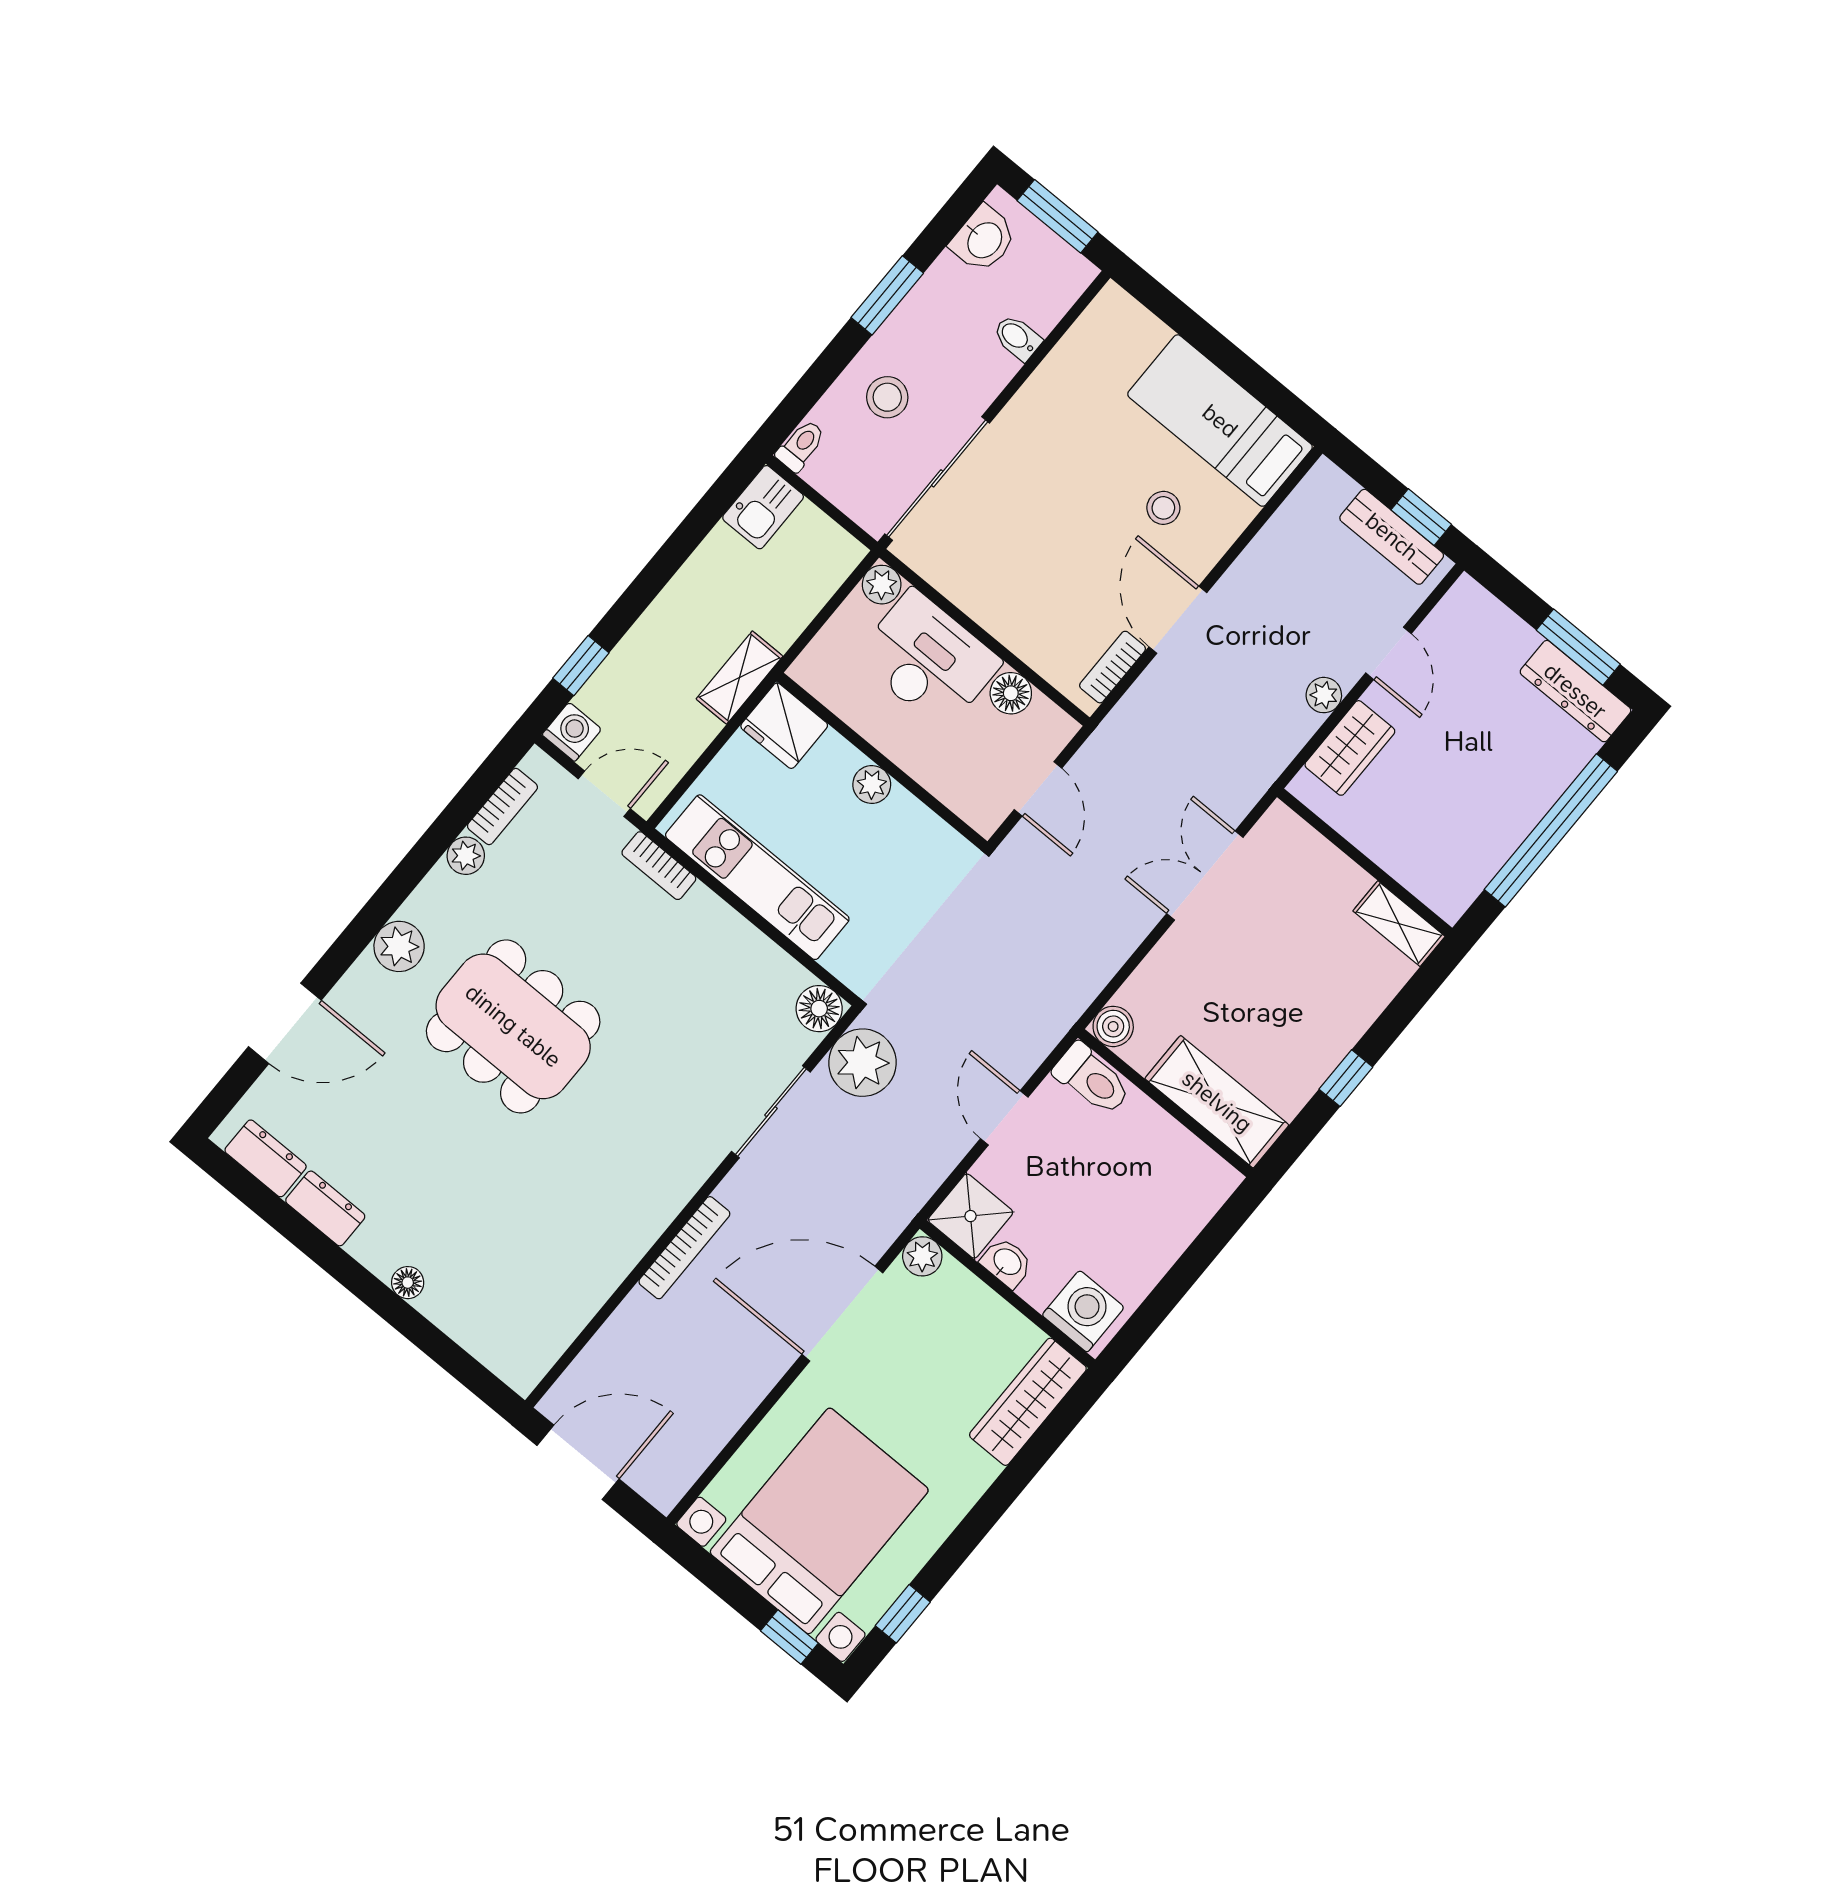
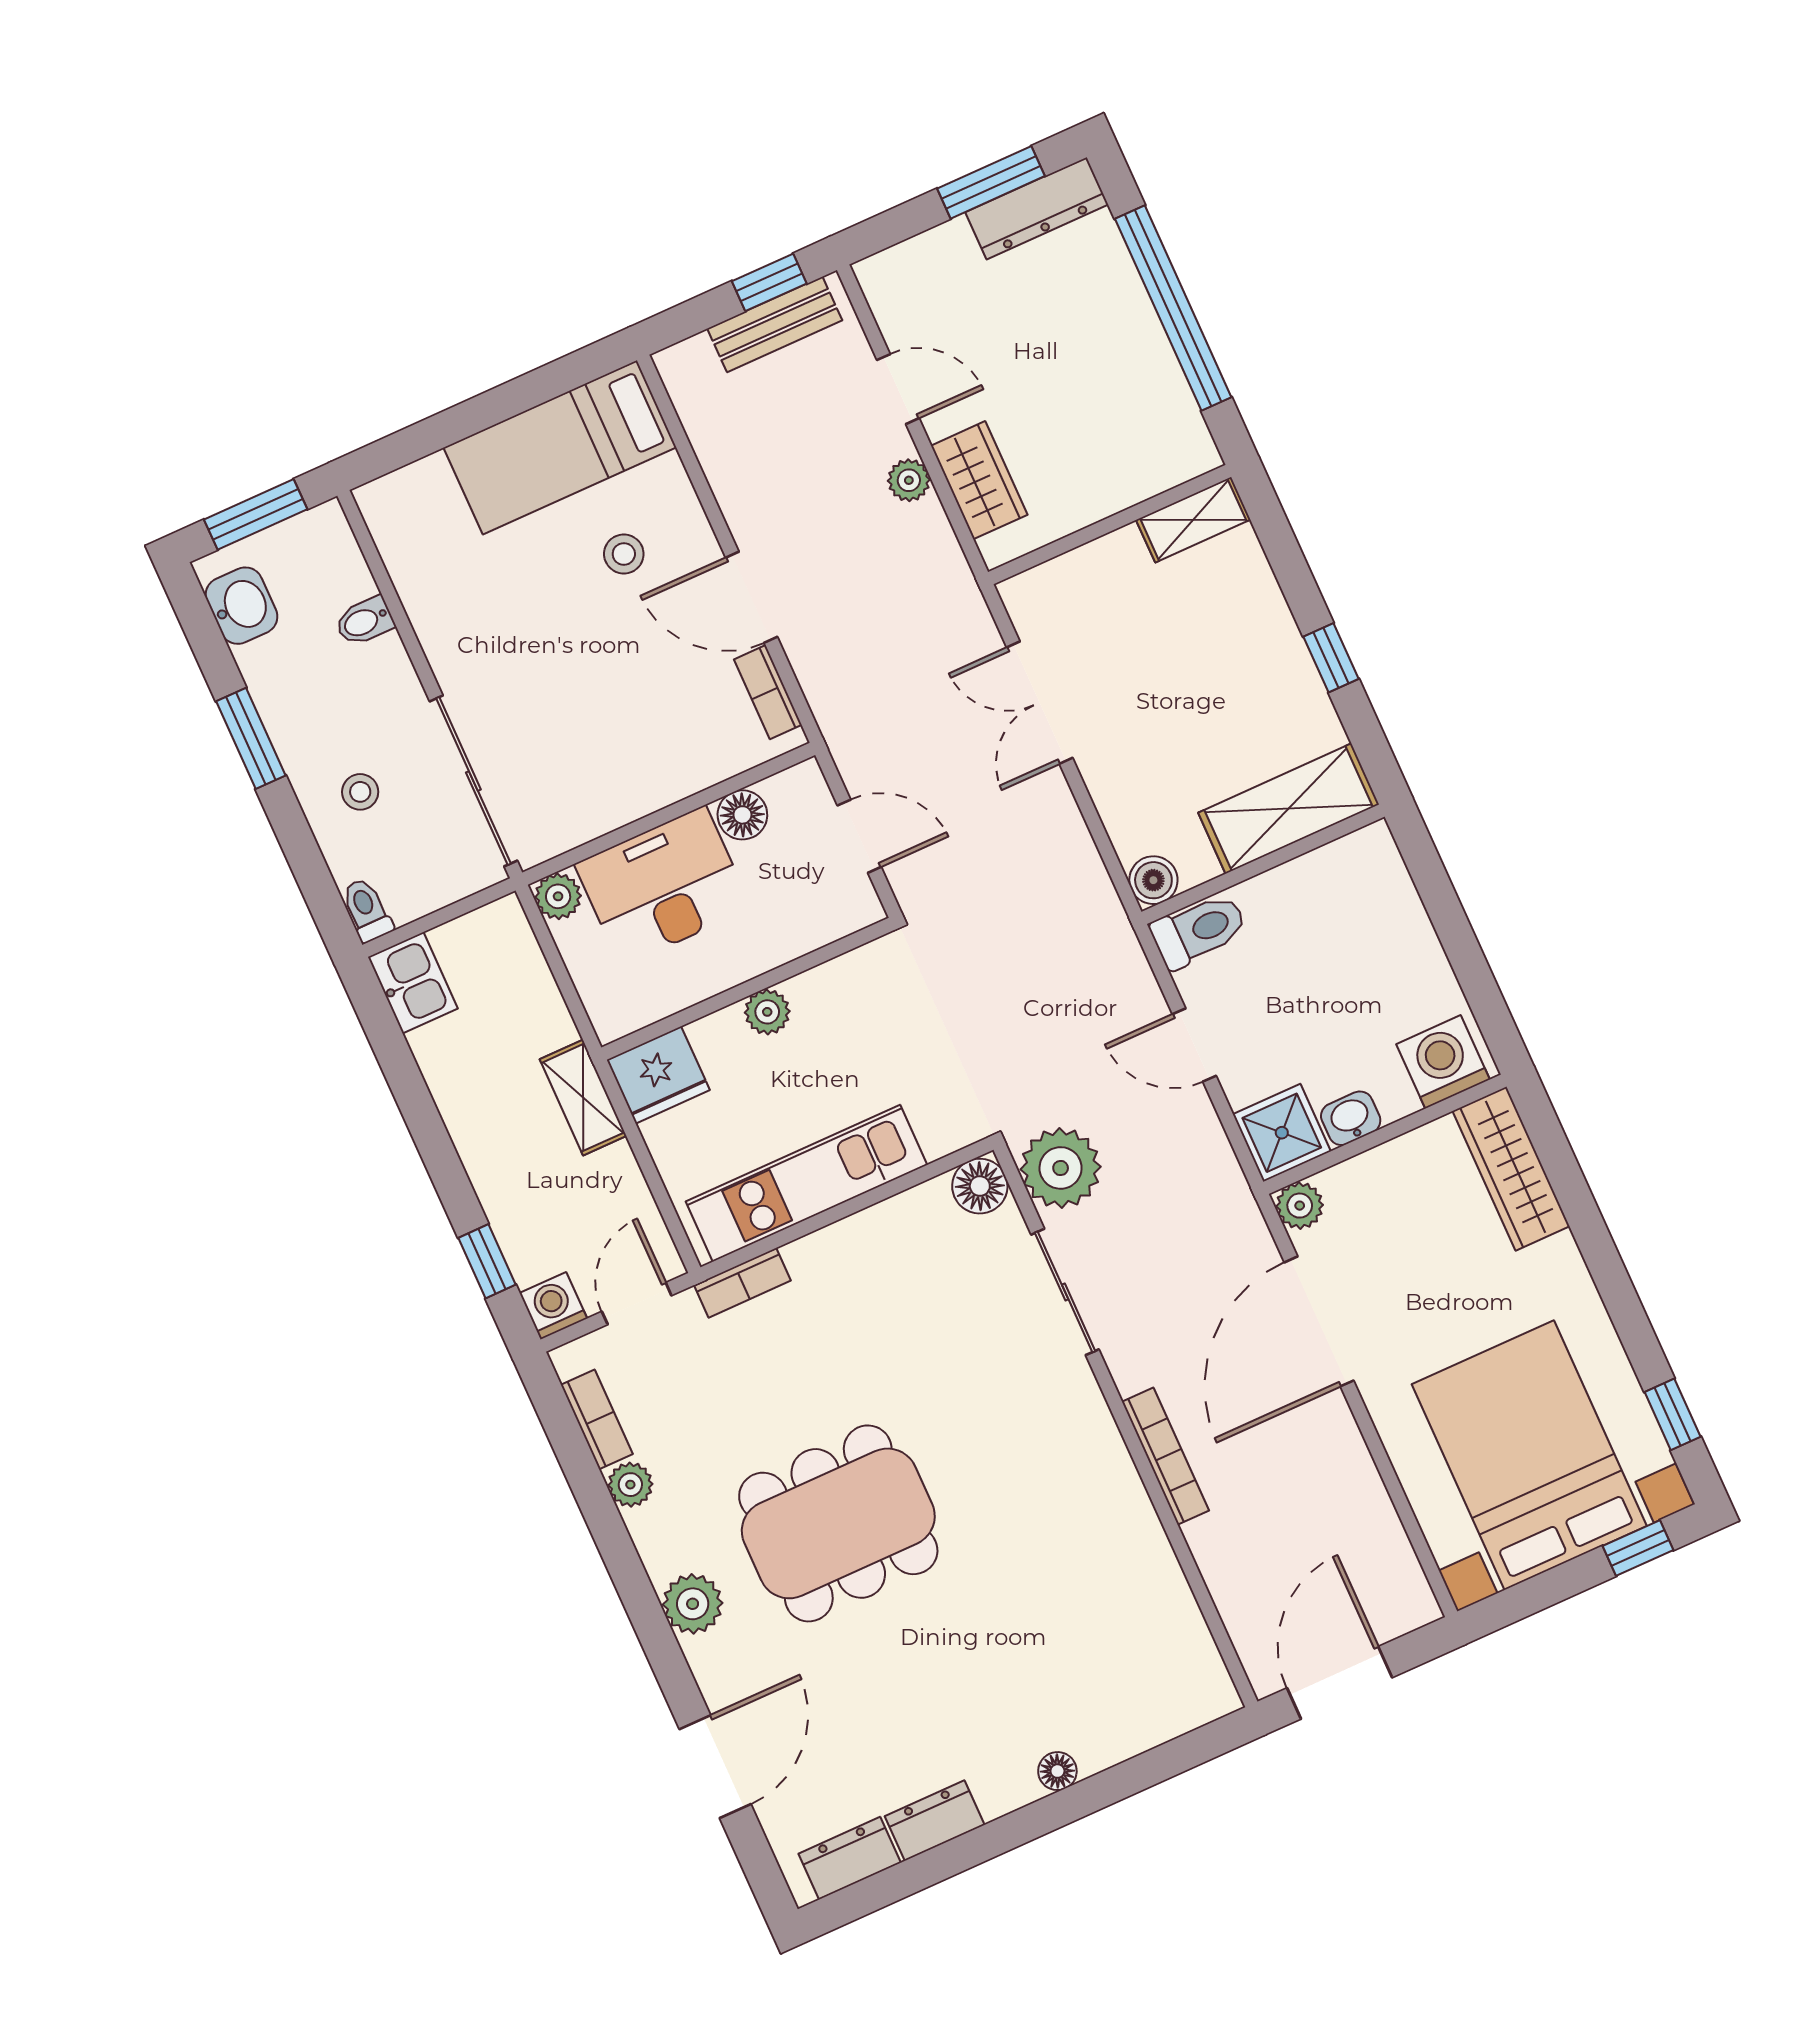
stool: (887, 397) -> (360, 792), width x0.73, depth x0.73

